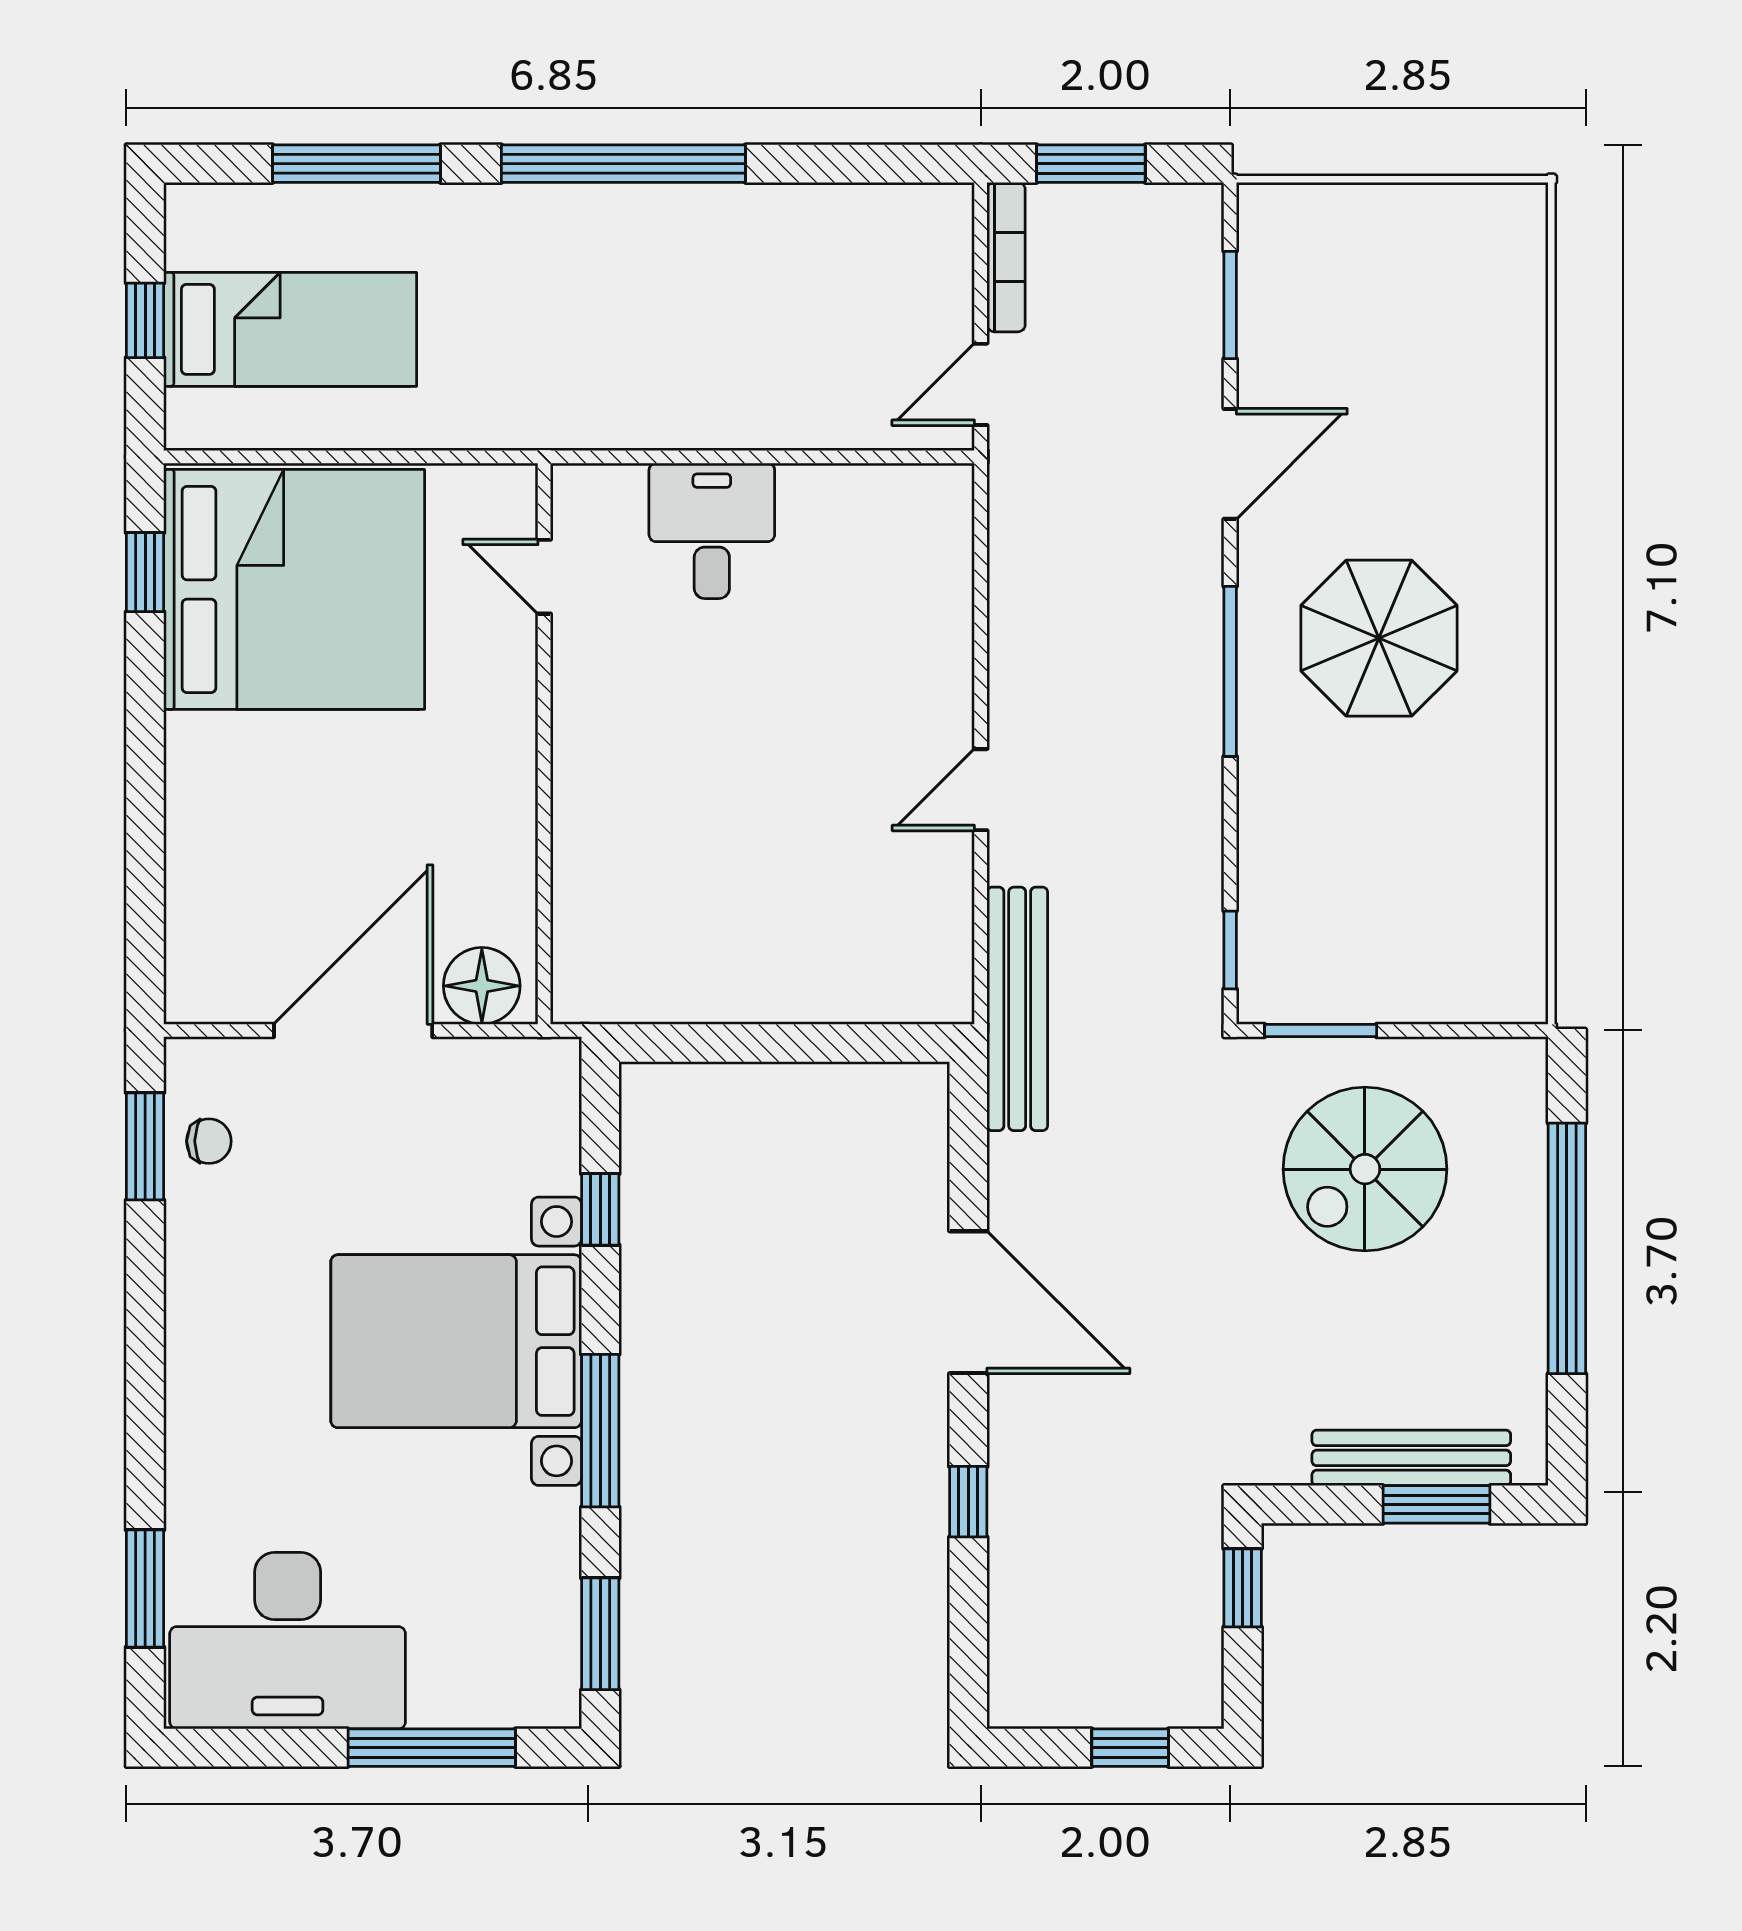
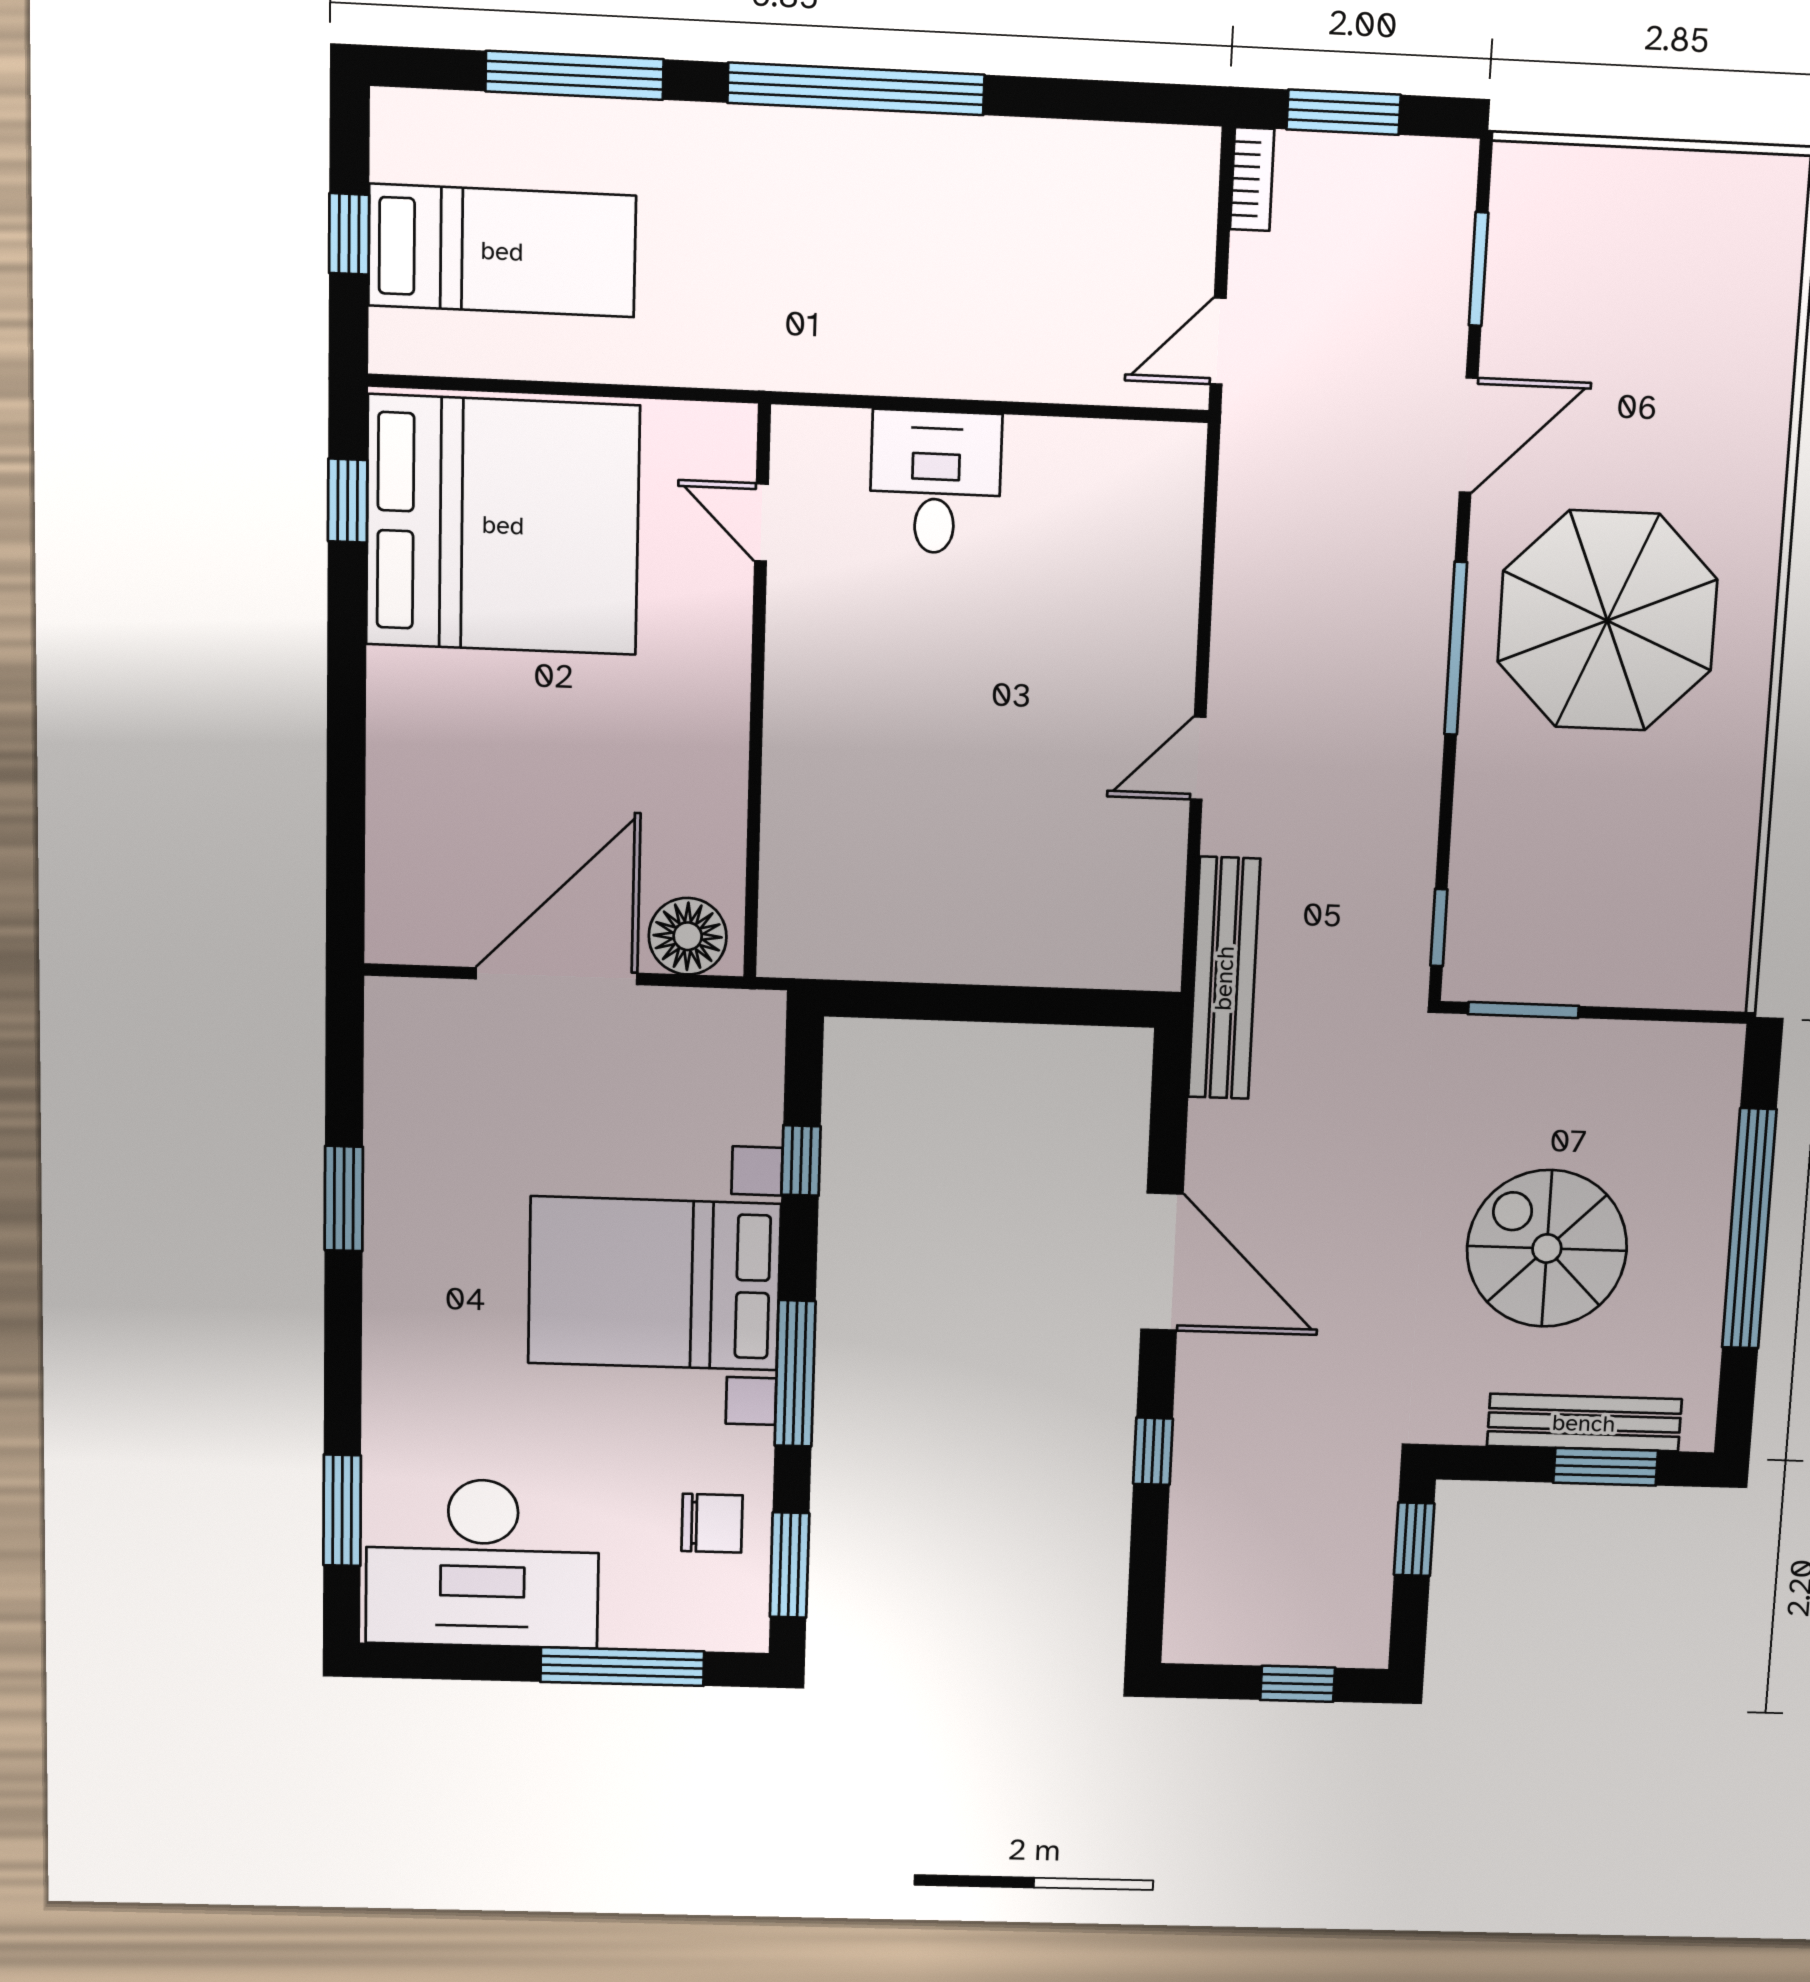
bookcase: (1006, 257) -> (1252, 179), width x0.64
parasol: (1379, 638) -> (1607, 621), width x1.36, depth x1.36
chair: (209, 1141) -> (712, 1523), moved, width x1.37, depth x1.37
window: (145, 1146) -> (344, 1199), moved
spiral stairs: (1365, 1169) -> (1547, 1248), moved, turned 90

